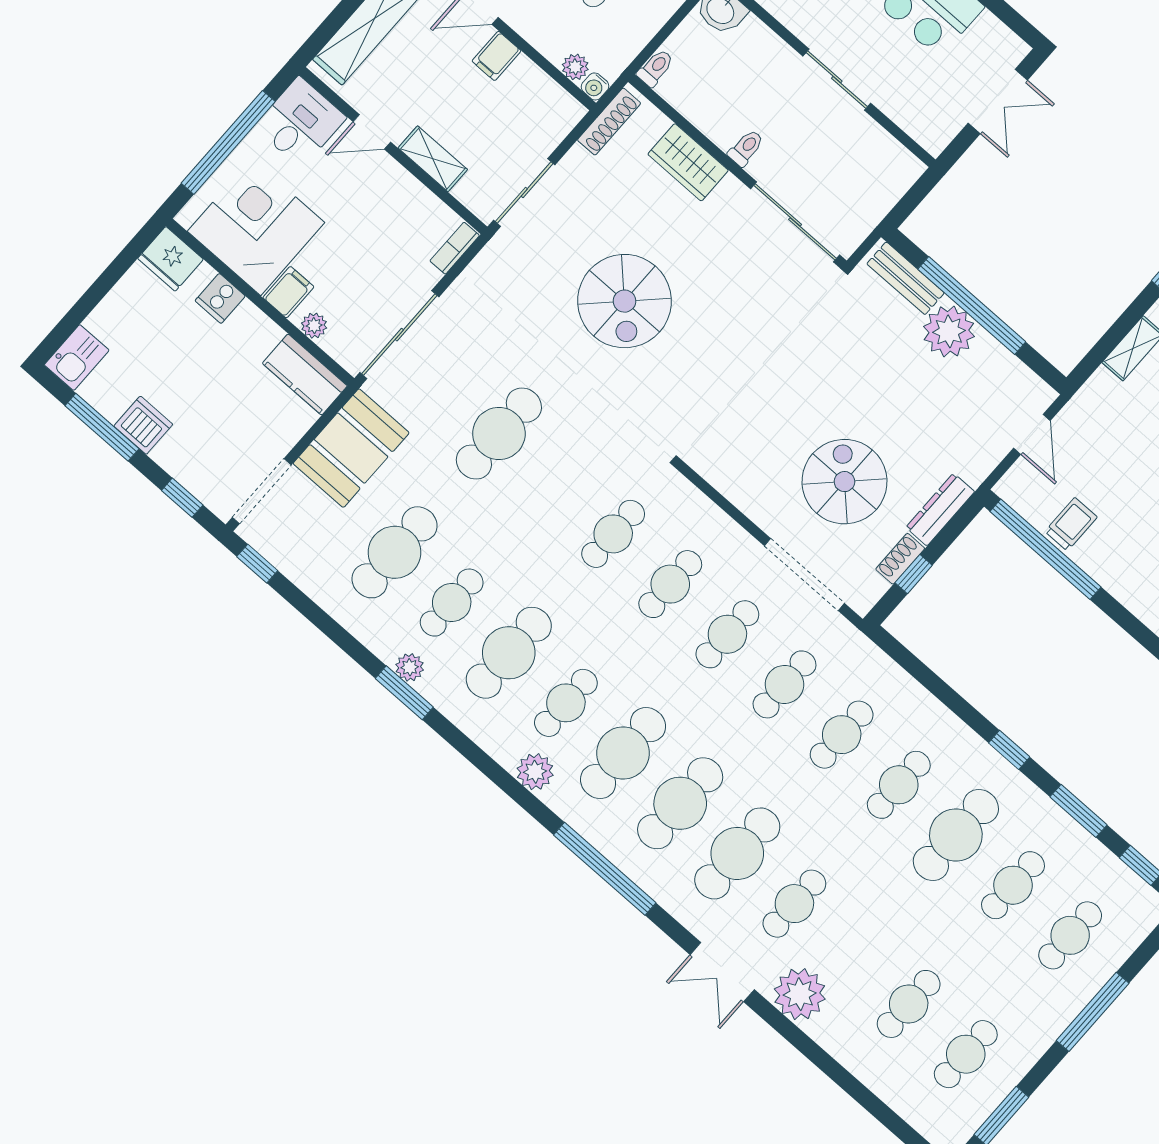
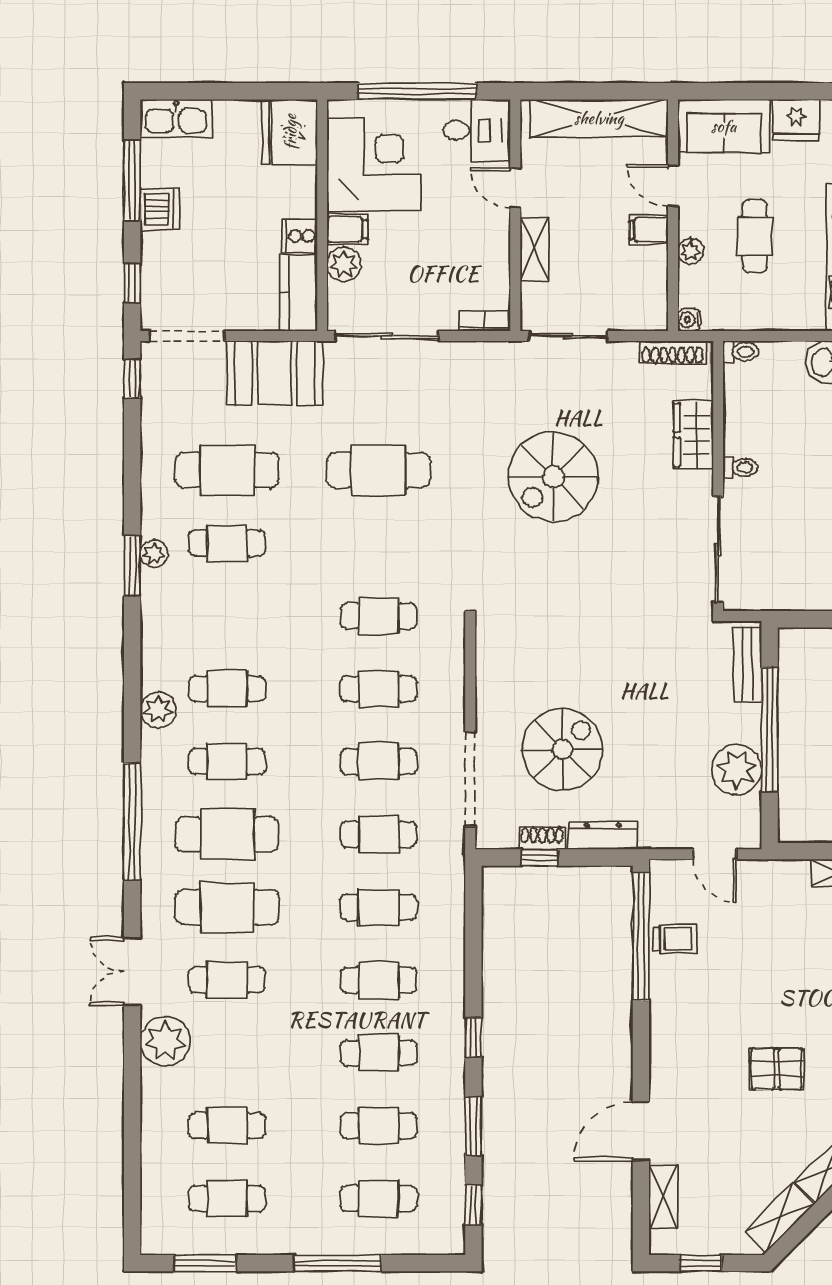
plant: (575, 67) -> (691, 251), moved
fridge: (170, 259) -> (290, 132), width x1.36, depth x1.34
cooker: (220, 298) -> (300, 236), moved
plant: (314, 326) -> (344, 264), width x1.38, depth x1.38
plant: (949, 331) -> (737, 770), moved
kitchen sink: (77, 358) -> (176, 118), width x1.38
door: (1032, 434) -> (715, 854), hinge flipped
cafe table: (509, 653) -> (227, 616), removed
cafe table: (623, 753) -> (227, 762), width x0.73, depth x0.74
cafe table: (956, 835) -> (379, 1053), width x0.73, depth x0.74

